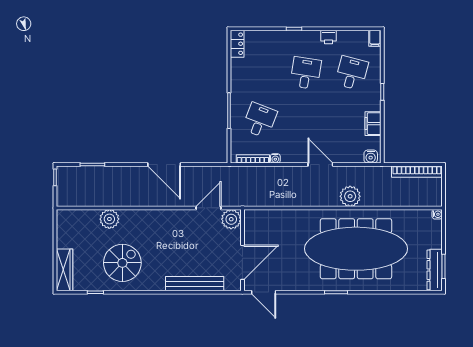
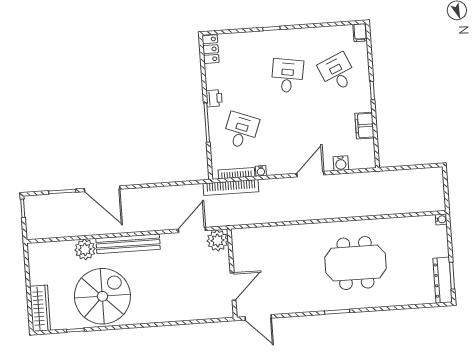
printer: (328, 37) -> (214, 98), moved, turned -90
desk: (352, 73) -> (337, 72), turned -39
water cooler: (371, 157) -> (341, 163), moved
door: (164, 165) -> (102, 189), moved
door: (320, 165) -> (310, 174), hinge flipped
bookcase: (417, 172) -> (231, 187), moved
plant: (350, 196) -> (345, 206), removed
meeting table: (356, 249) -> (355, 263), width x0.54, depth x0.79
door: (242, 262) -> (233, 287), width x0.73
spiral stairs: (122, 263) -> (102, 296), width x1.37, depth x1.37
bench: (195, 284) -> (128, 244), moved

